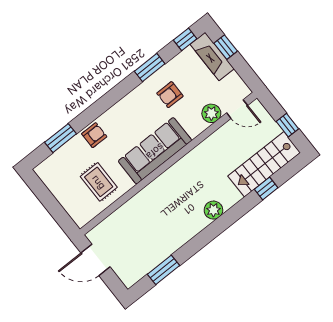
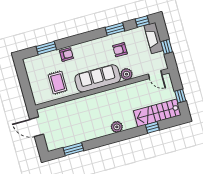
window: (226, 47) -> (167, 47), moved
plant: (211, 113) -> (126, 74), moved

